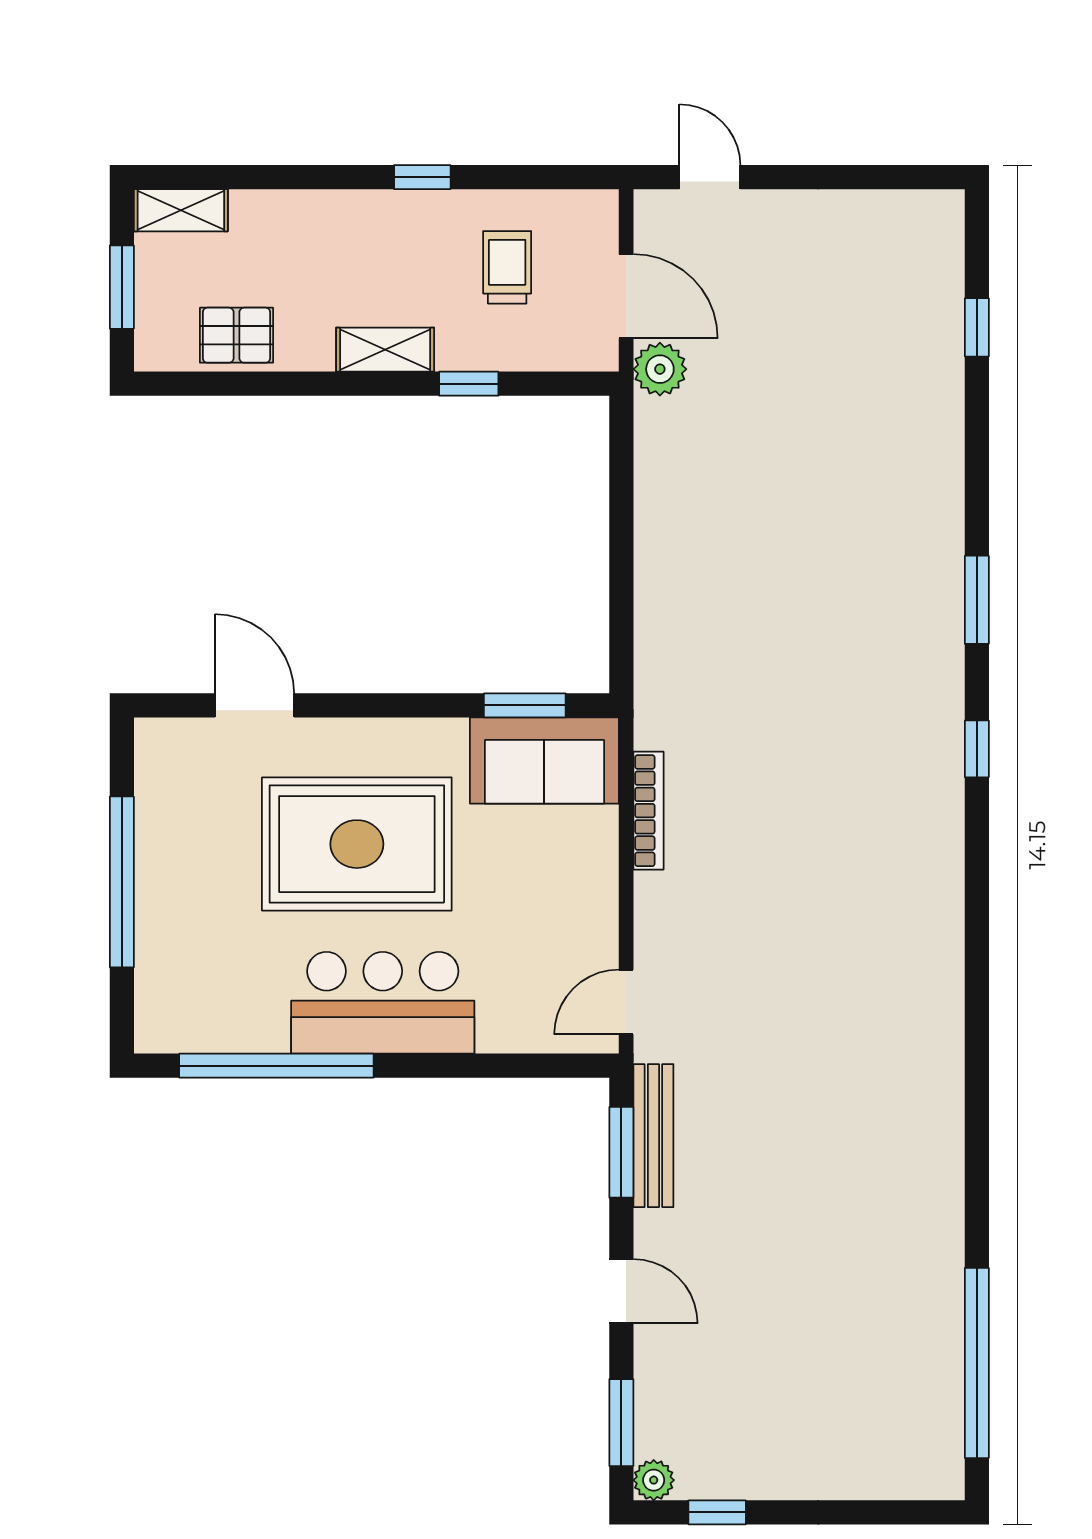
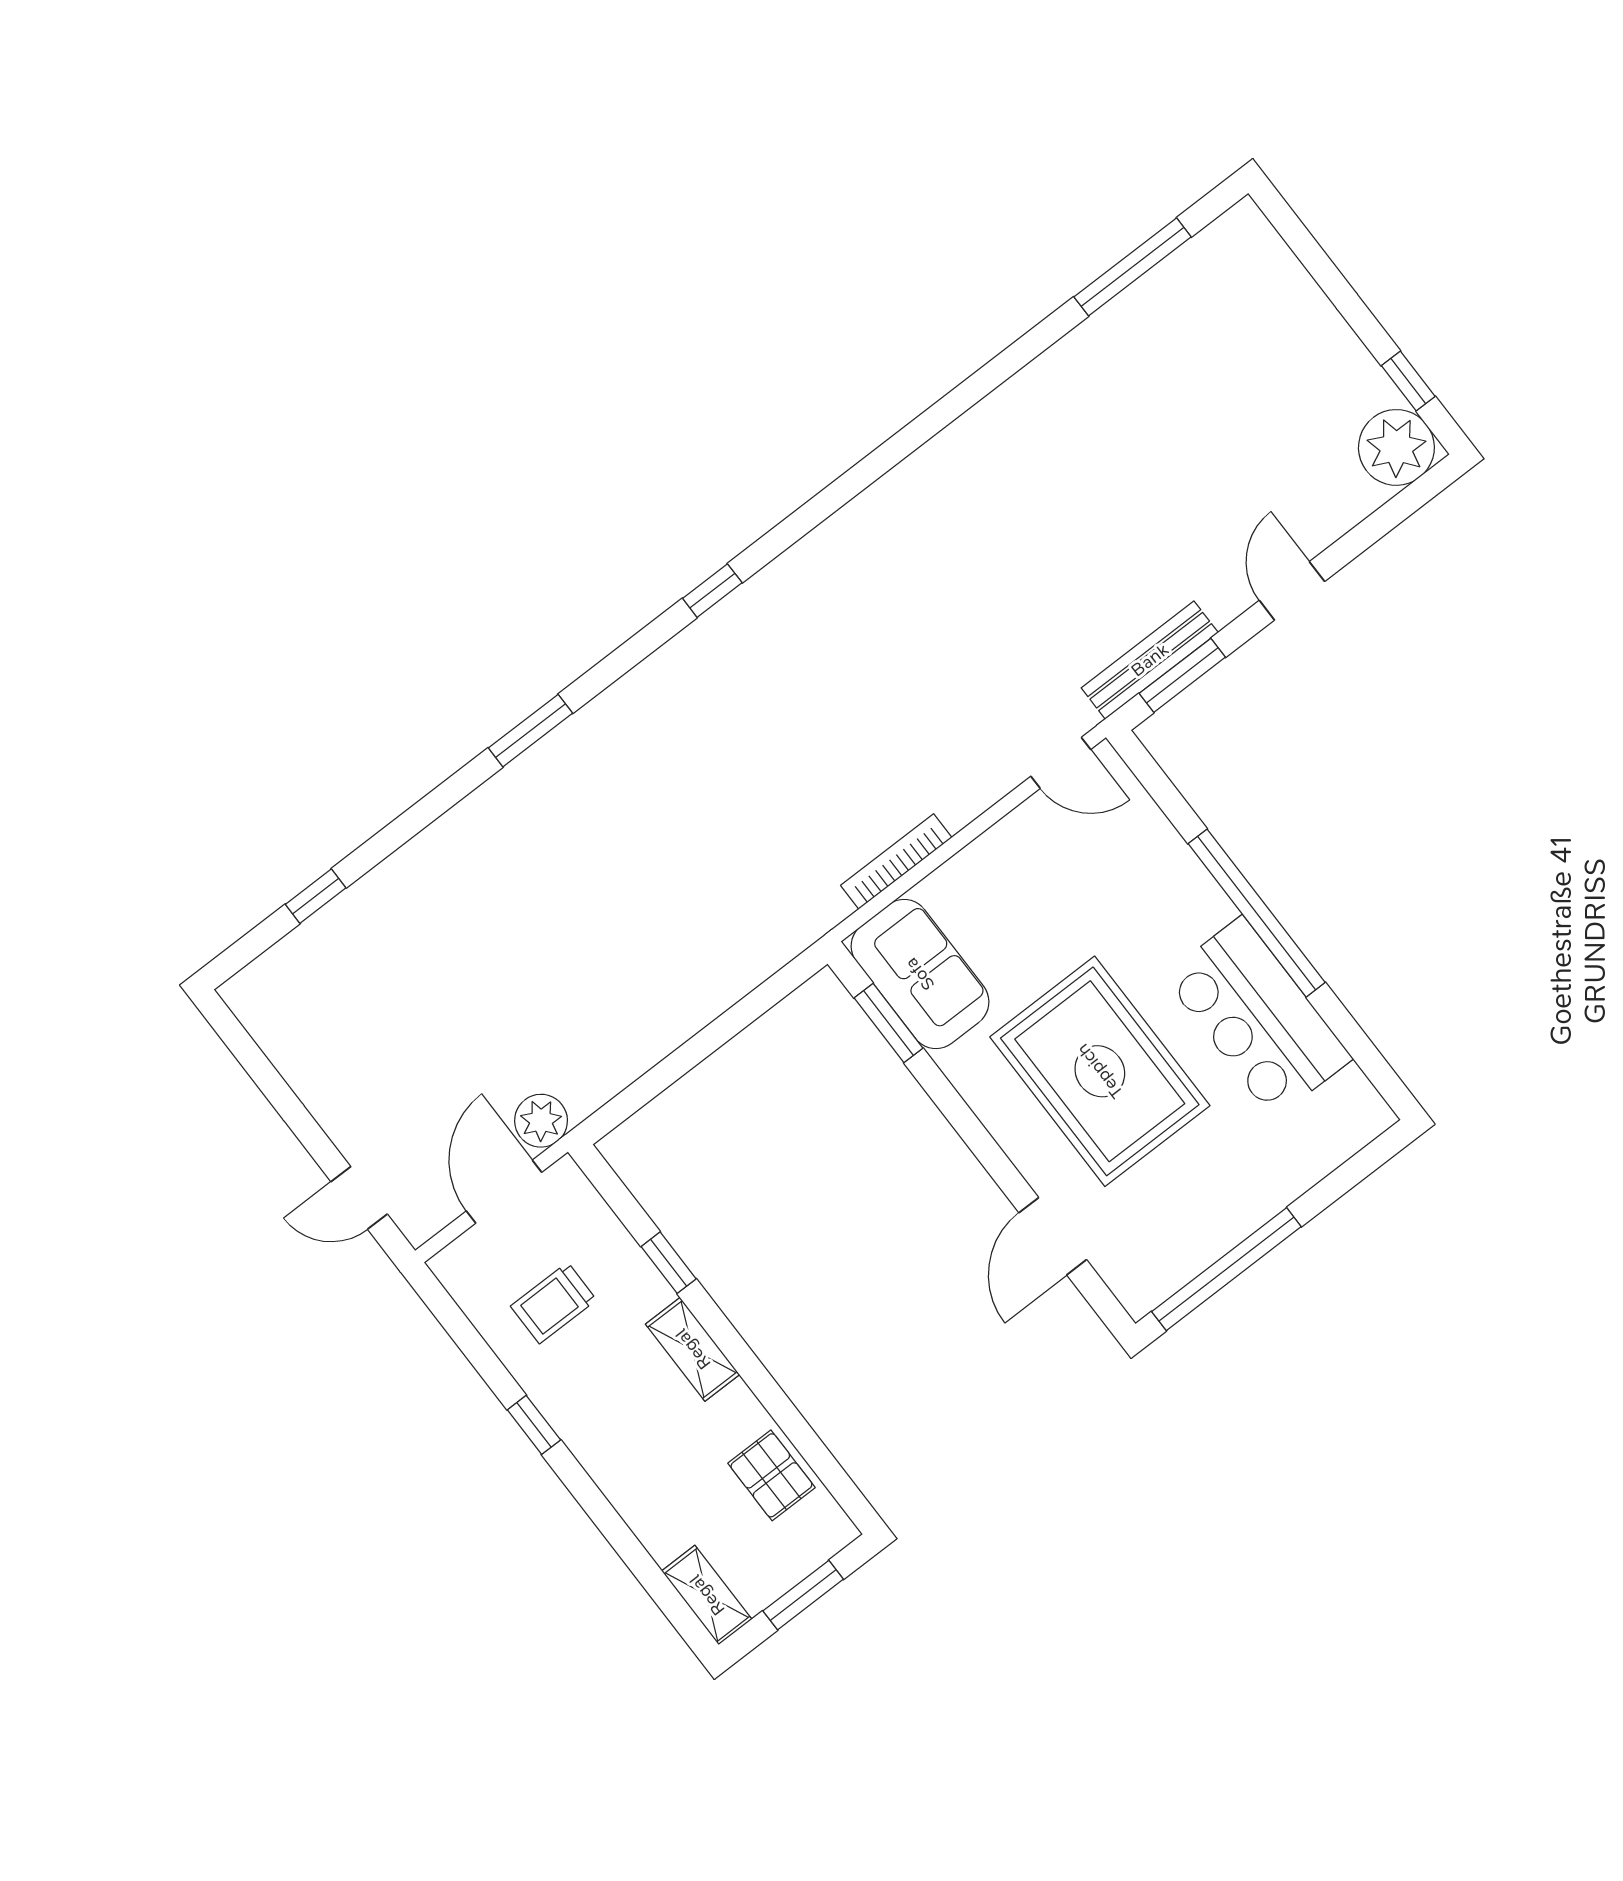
door: (710, 177) -> (359, 1198), hinge flipped
window: (977, 749) -> (712, 591), moved
window: (122, 882) -> (1226, 1269), moved
bar counter: (383, 1003) -> (1258, 1017), moved
window: (276, 1066) -> (1257, 913), moved
window: (977, 1363) -> (1133, 267), width x0.68
window: (621, 1423) -> (1395, 511), removed
plant: (654, 1480) -> (1396, 447), width x1.87, depth x1.87

